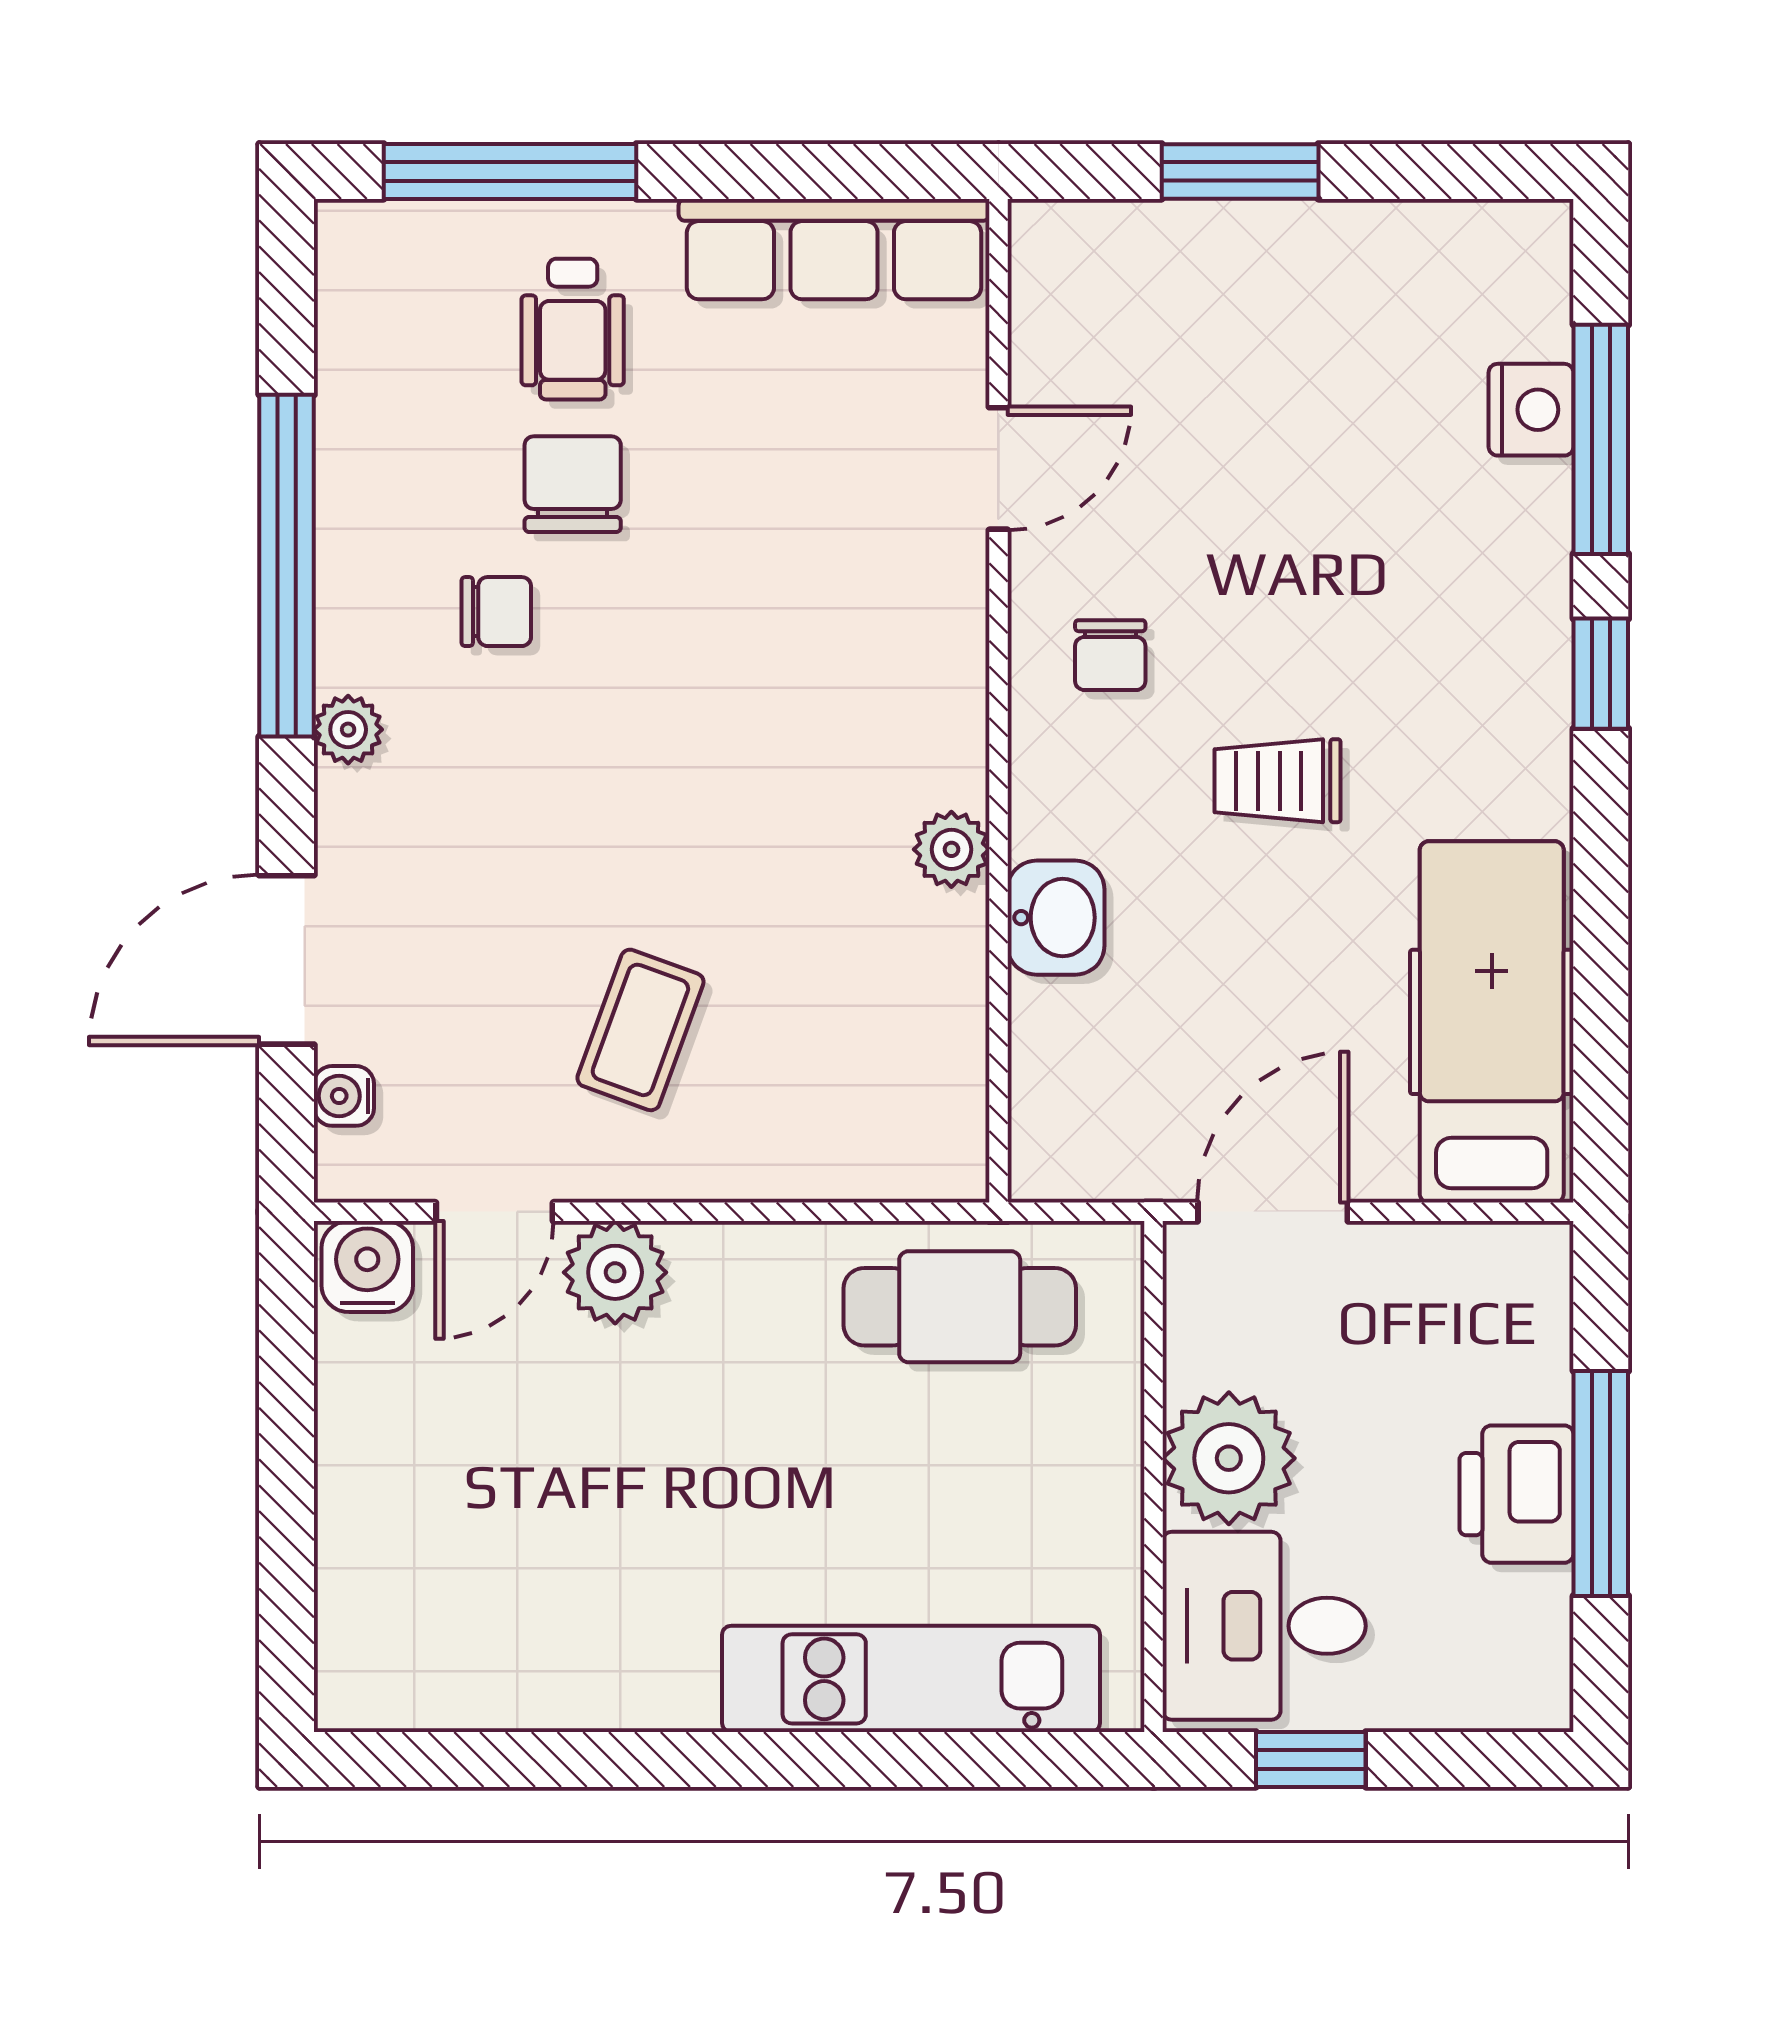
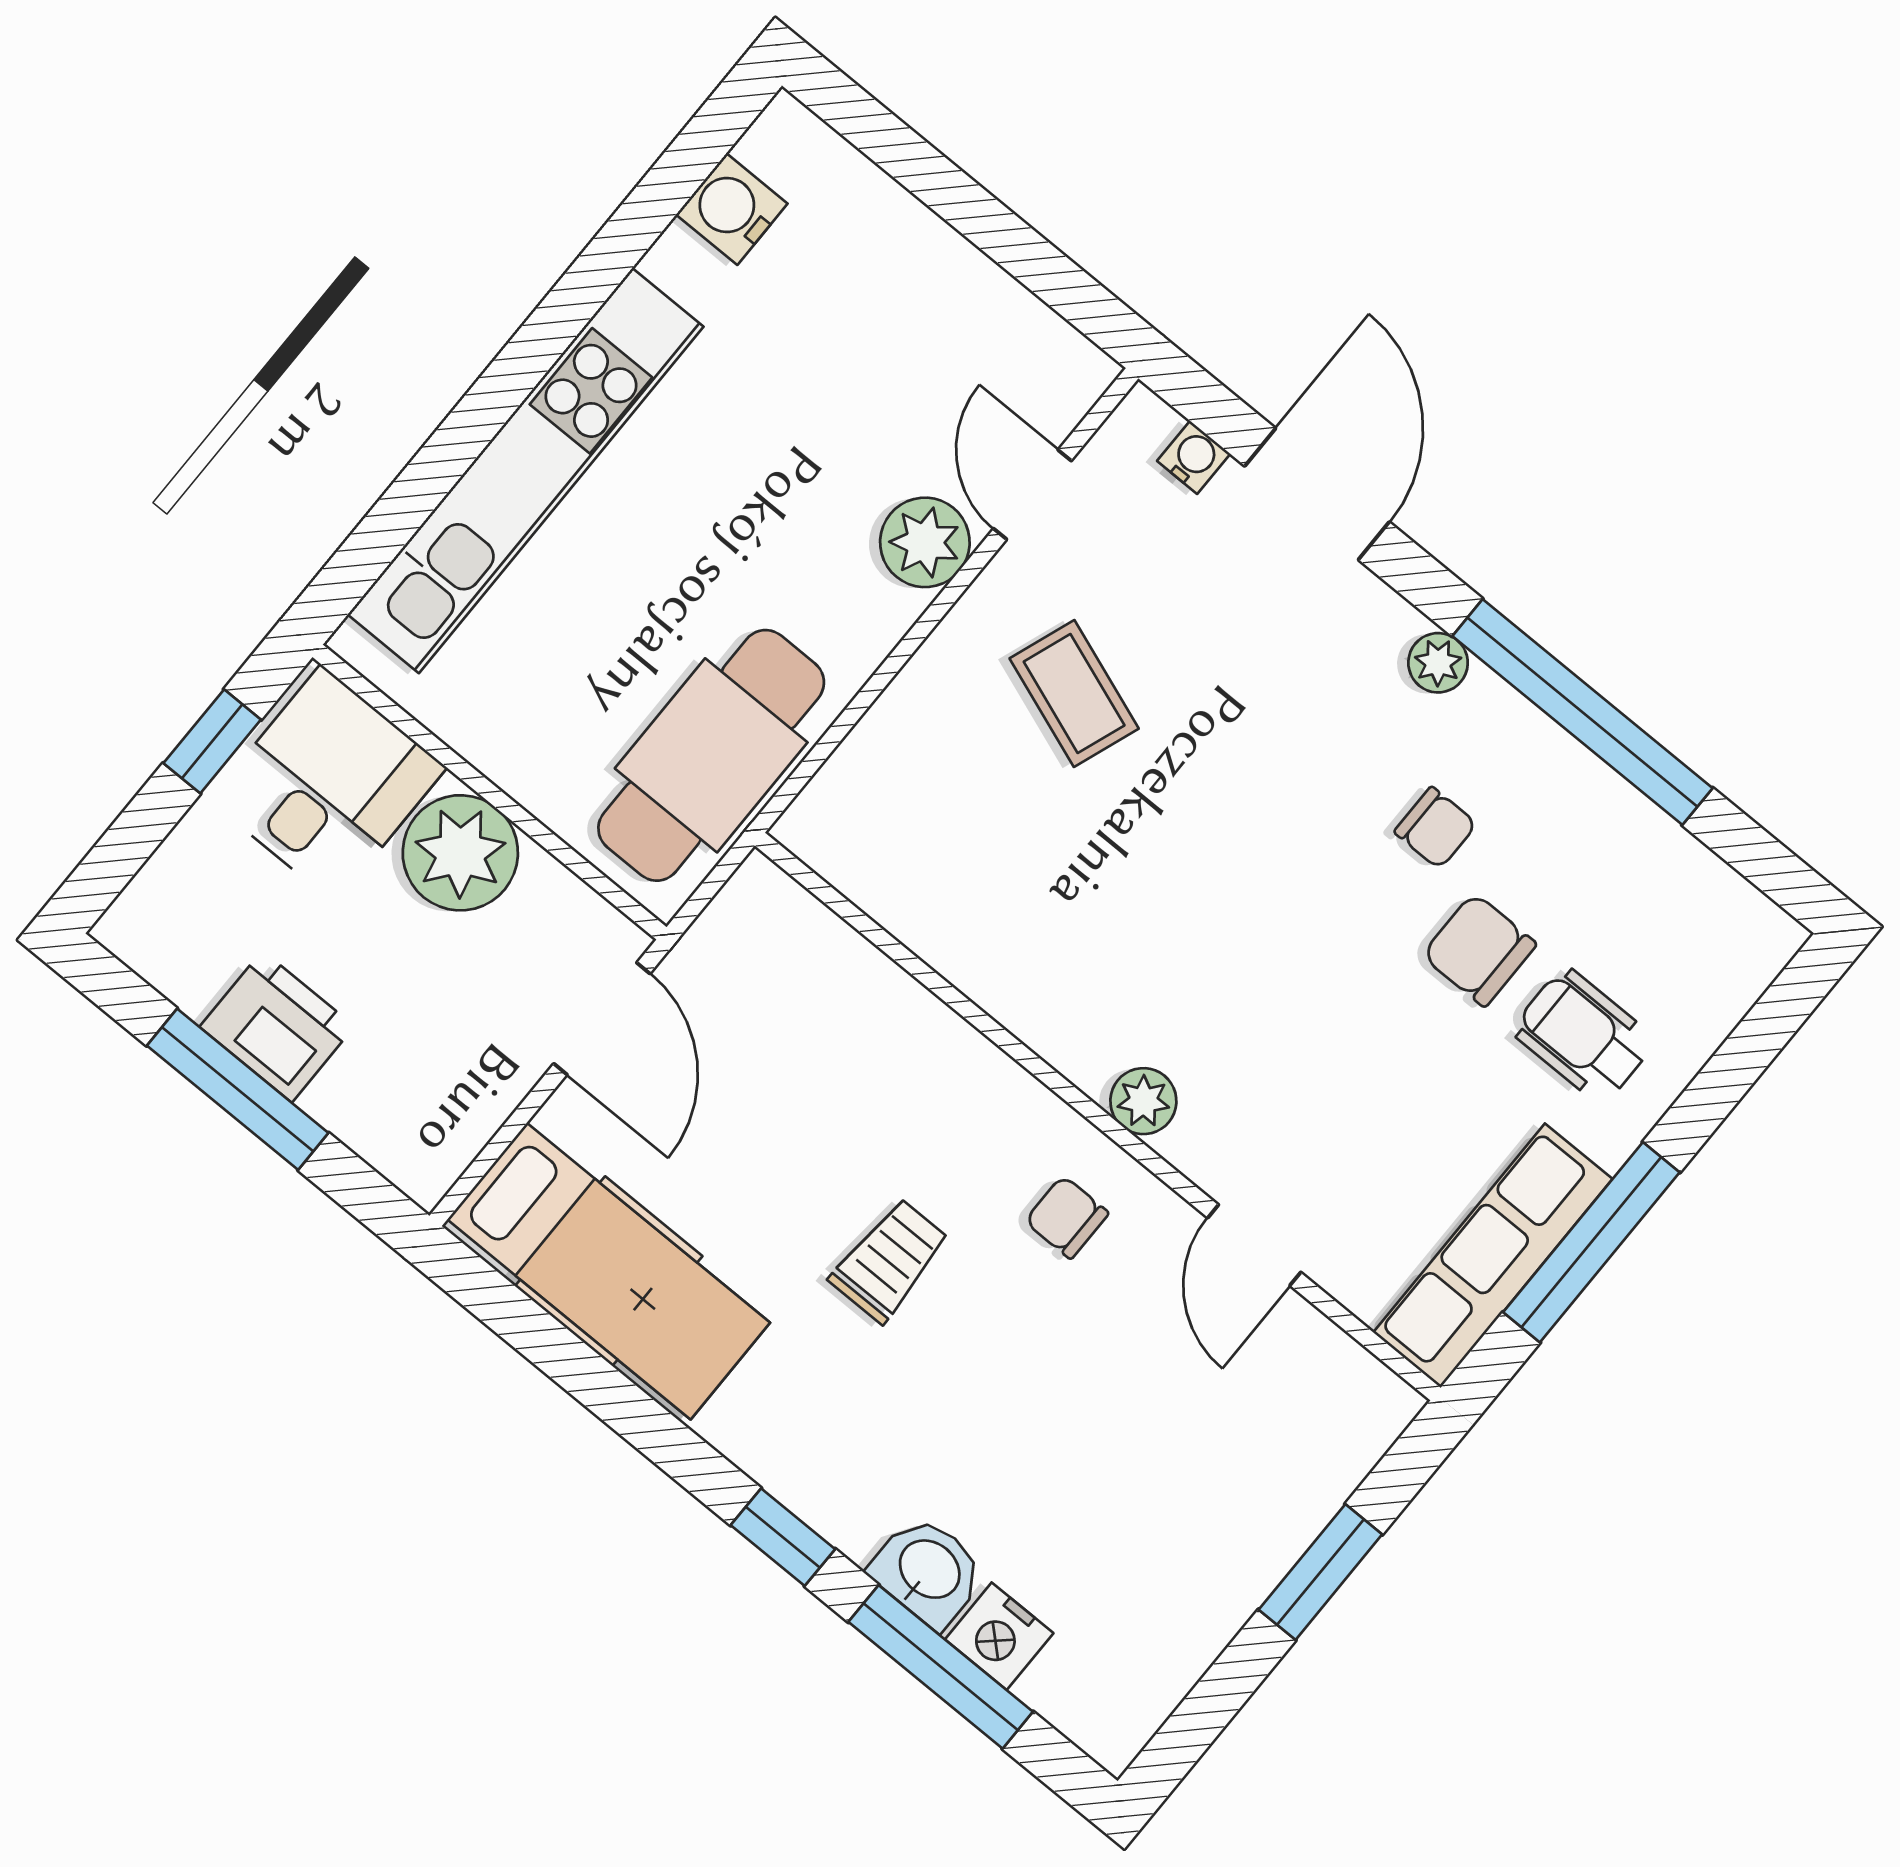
window: (510, 171) -> (1591, 1242), moved
chair: (573, 484) -> (1479, 950), turned 180
chair: (496, 612) -> (1436, 828), turned -90
plant: (951, 849) -> (1143, 1101), moved
washbasin: (1056, 918) -> (928, 1571), moved, turned 180
water cooler: (367, 1267) -> (732, 209), moved, turned 180
cafe table: (960, 1307) -> (711, 755), width x1.37, depth x1.35
kitchen unit: (911, 1679) -> (526, 471), width x1.36

